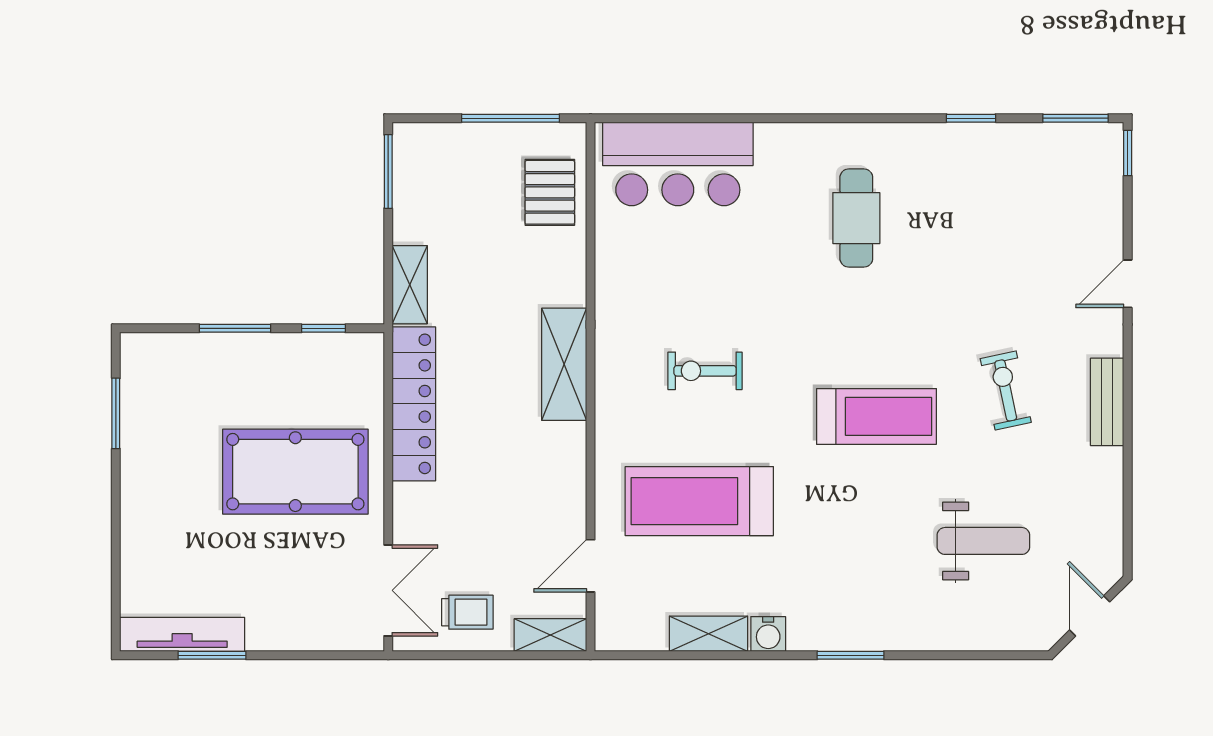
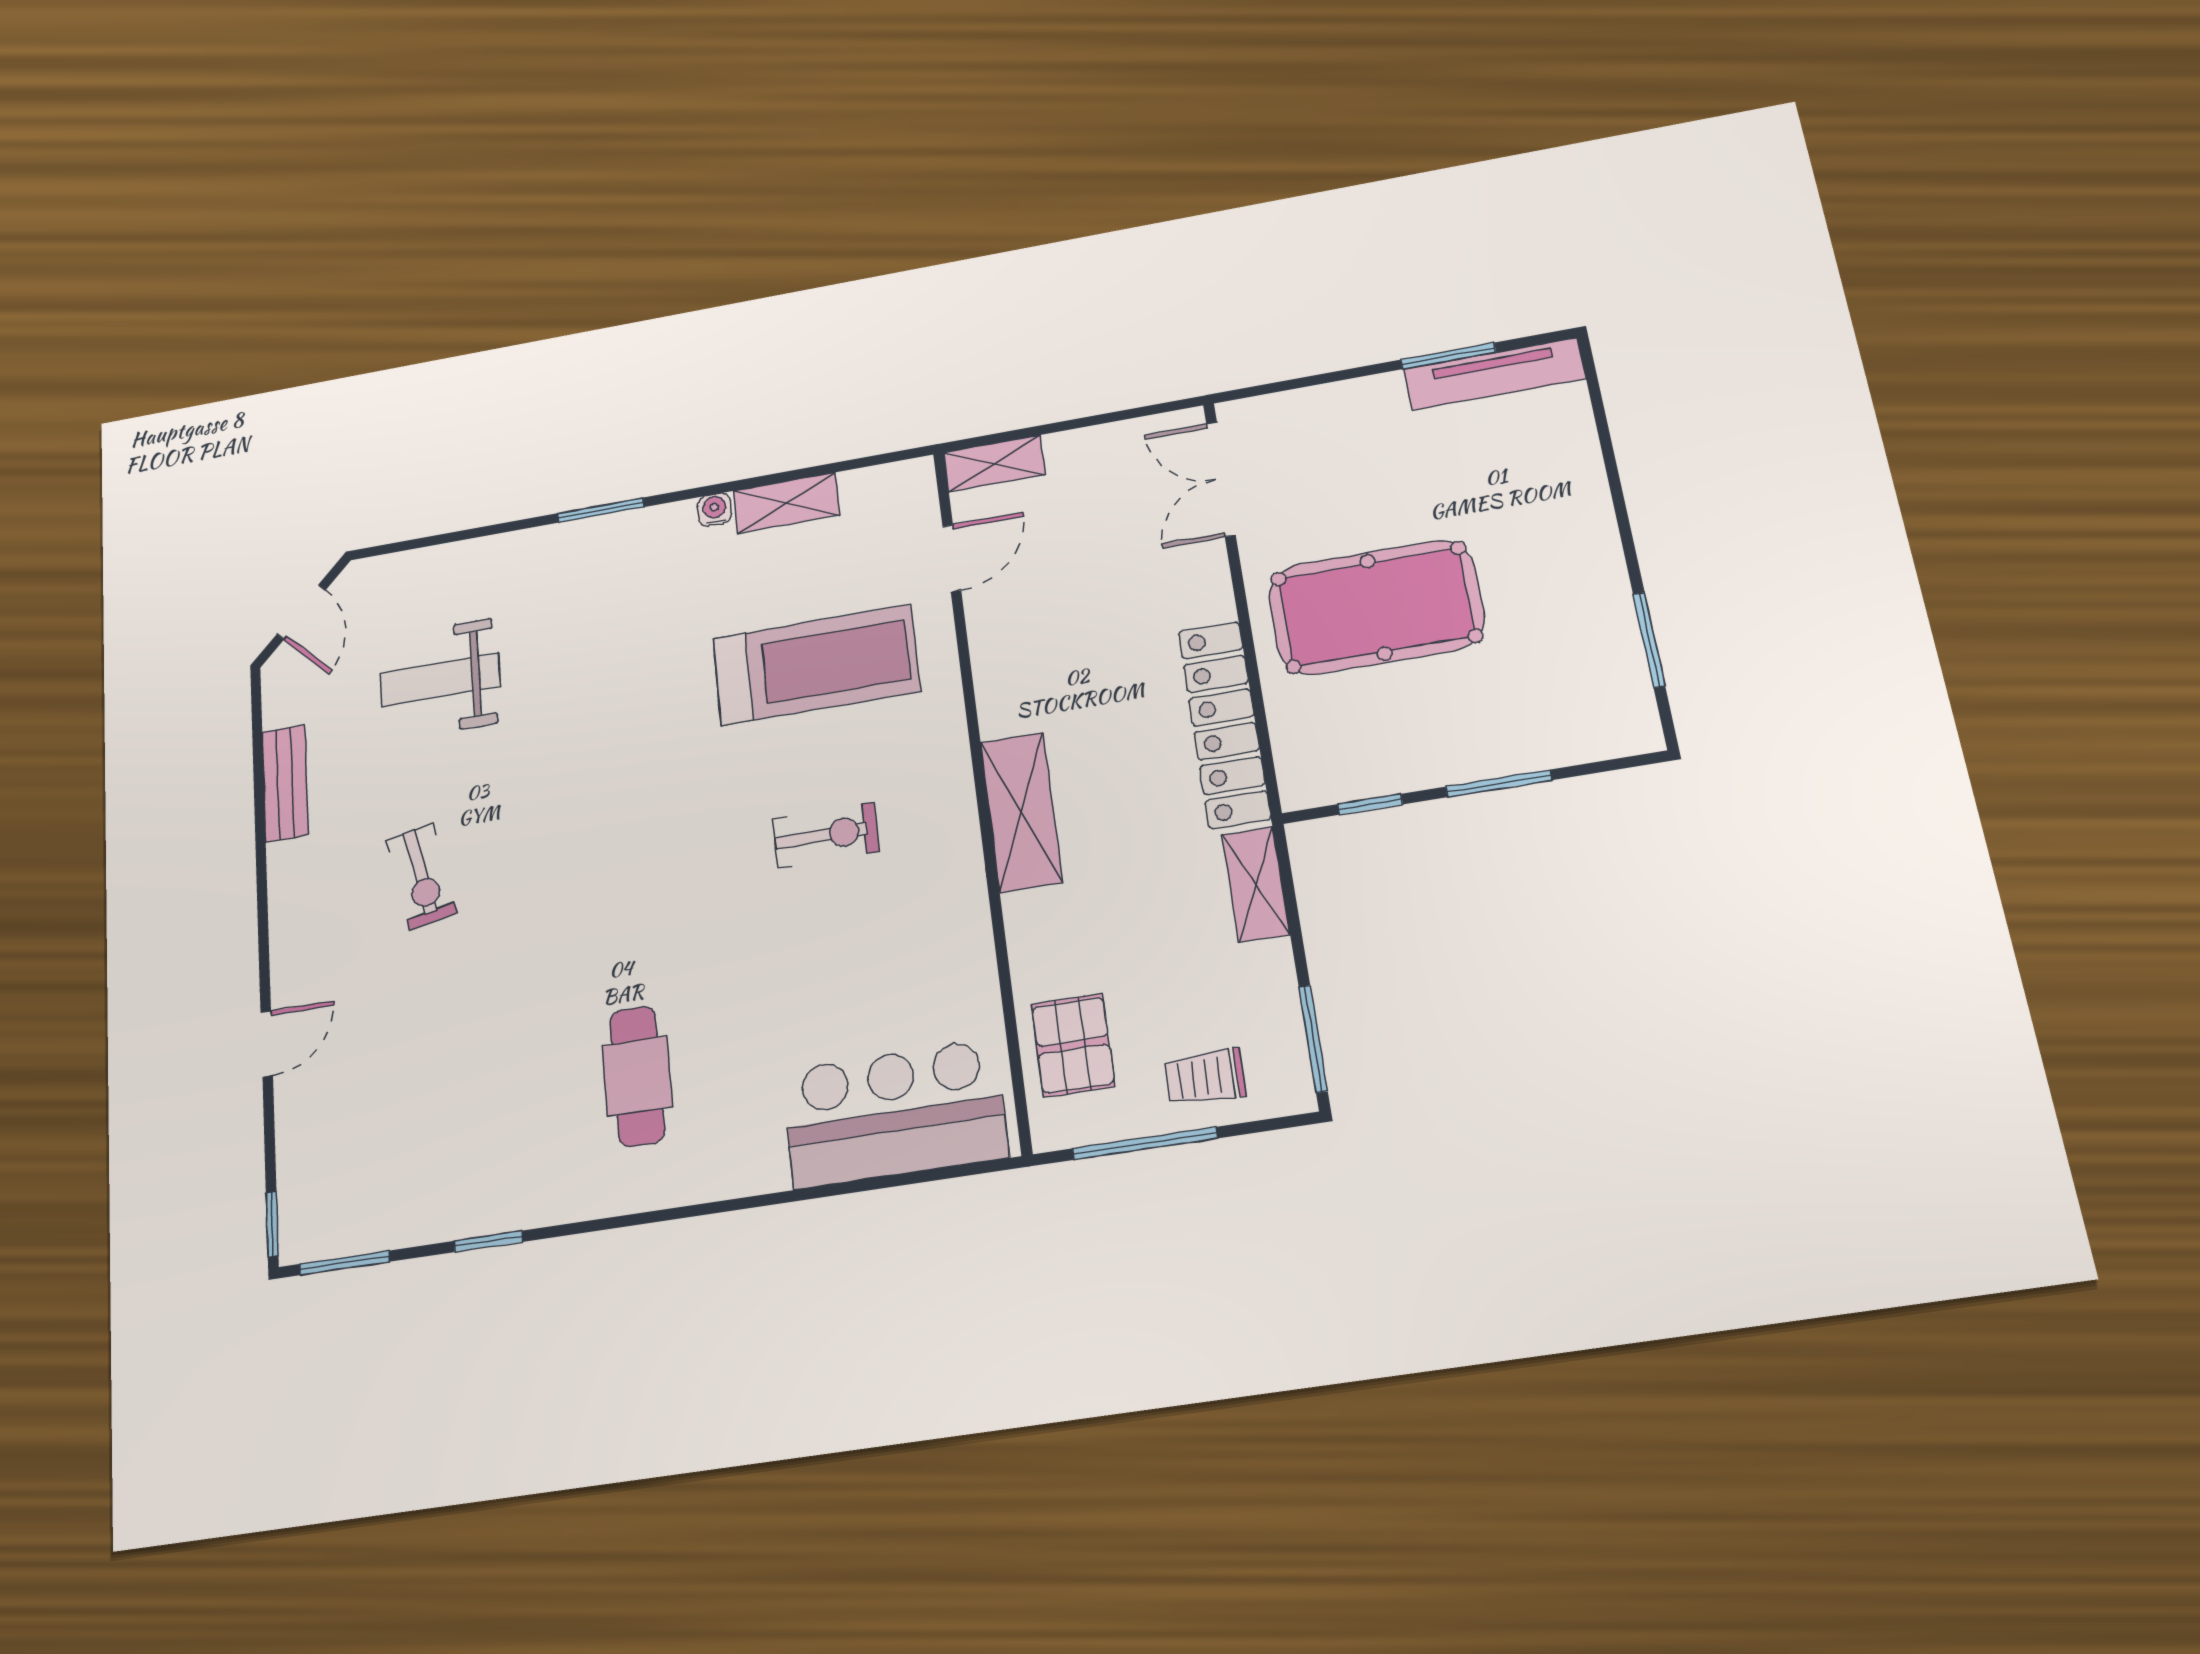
bench: (1107, 402) -> (285, 783), moved
treadmill: (877, 416) -> (590, 814), removed
trolley: (467, 612) -> (1205, 1077), moved
water cooler: (768, 634) -> (715, 510), width x0.72, depth x0.72

